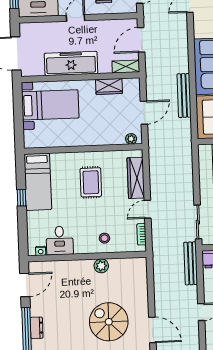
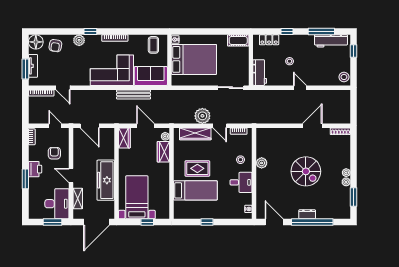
shelving: (126, 67) -> (78, 198), moved
wardrobe: (109, 86) -> (124, 138), moved
window: (18, 120) -> (147, 222), added
wardrobe: (111, 137) -> (163, 152), added
bed: (38, 182) -> (195, 190), moved
plant: (160, 186) -> (202, 116), added
desk: (60, 241) -> (241, 182), moved
bench: (191, 263) -> (262, 94), removed
spiral stairs: (109, 322) -> (306, 171), moved, turned -90

